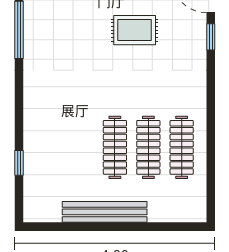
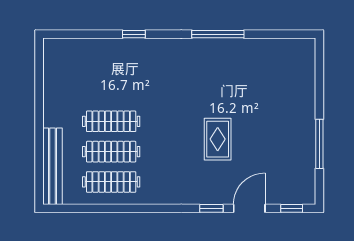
window: (19, 163) -> (134, 34), moved
bench: (105, 212) -> (53, 166), moved

